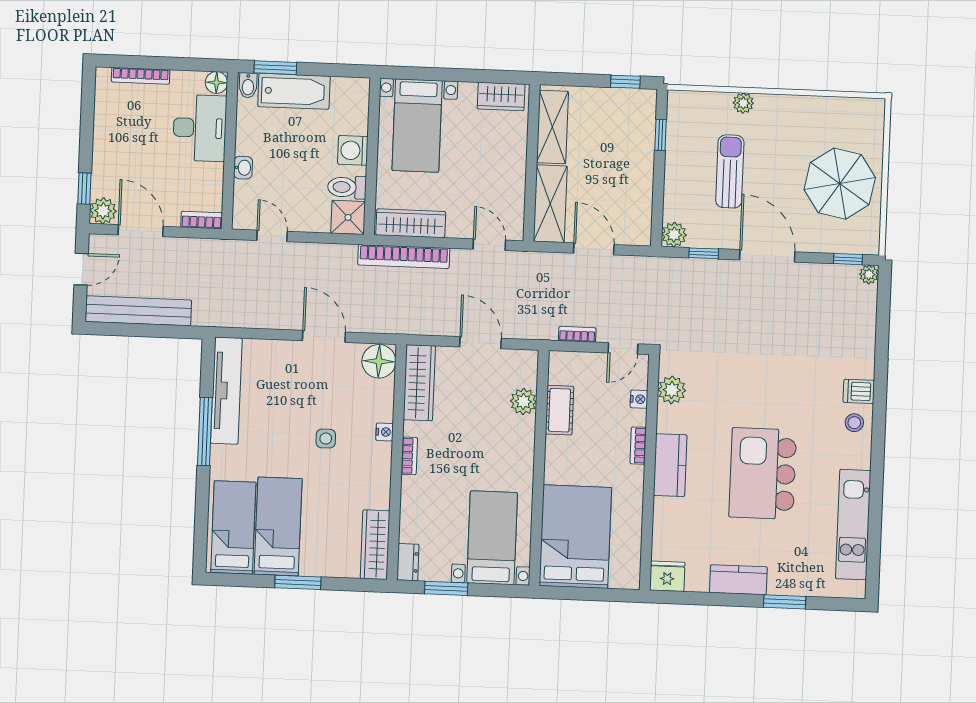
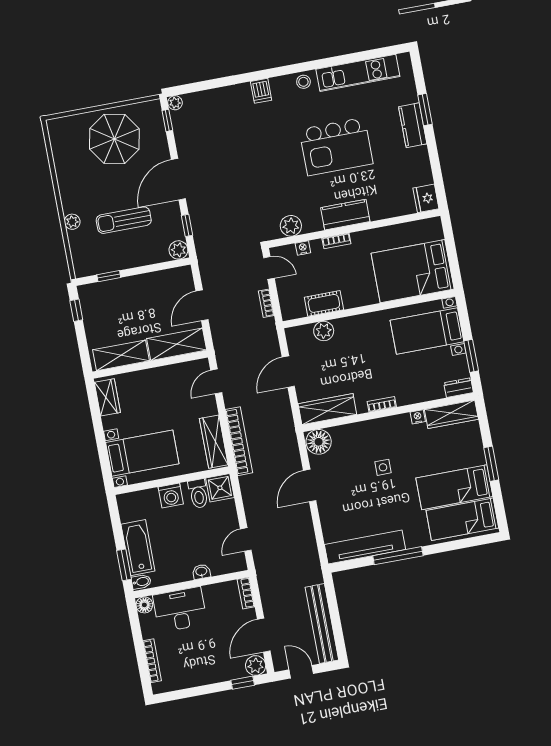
stool: (854, 423) -> (303, 82), moved
nightstand: (385, 432) -> (418, 417), moved
kitchen counter: (738, 580) -> (413, 125), moved

